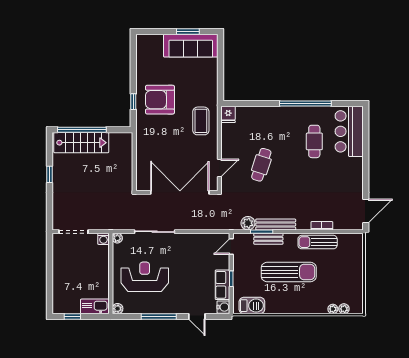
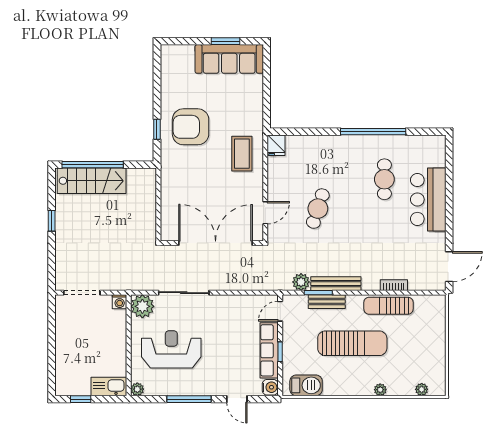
bar counter: (349, 131) -> (428, 199), moved
plant: (117, 238) -> (142, 306), width x1.88, depth x1.88
row of seats: (222, 285) -> (269, 350), width x1.48
plant: (333, 309) -> (380, 390), moved

